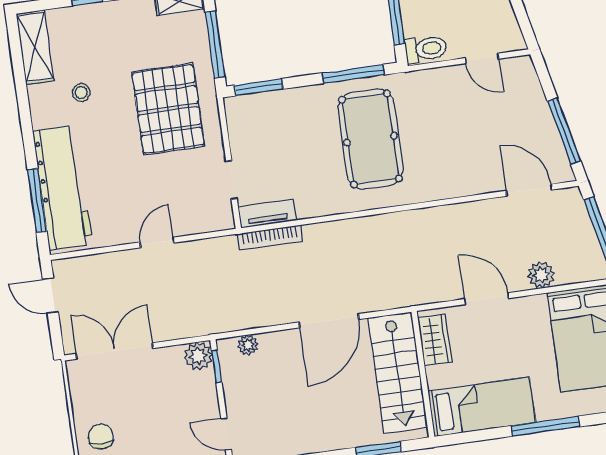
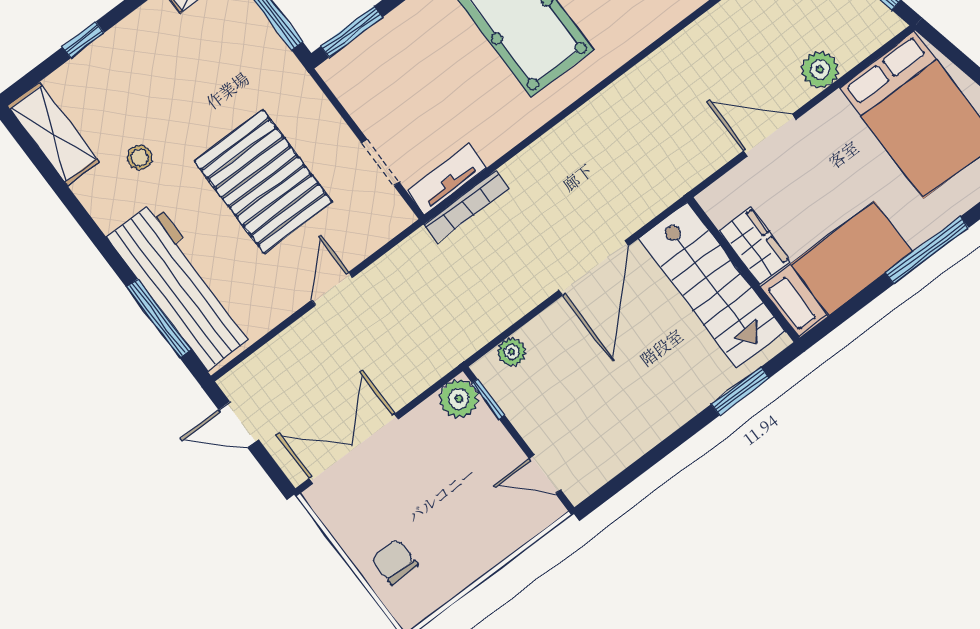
pallet: (168, 109) -> (263, 181), moved
wardrobe: (435, 340) -> (754, 246), moved

